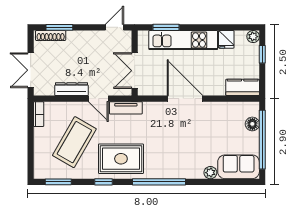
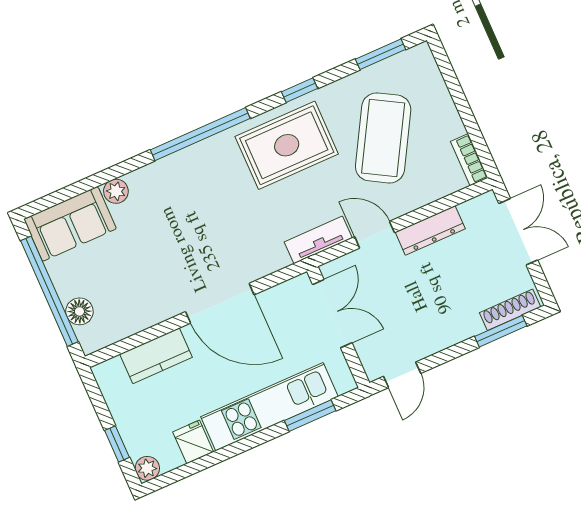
kitchen counter: (243, 87) -> (156, 356), moved

